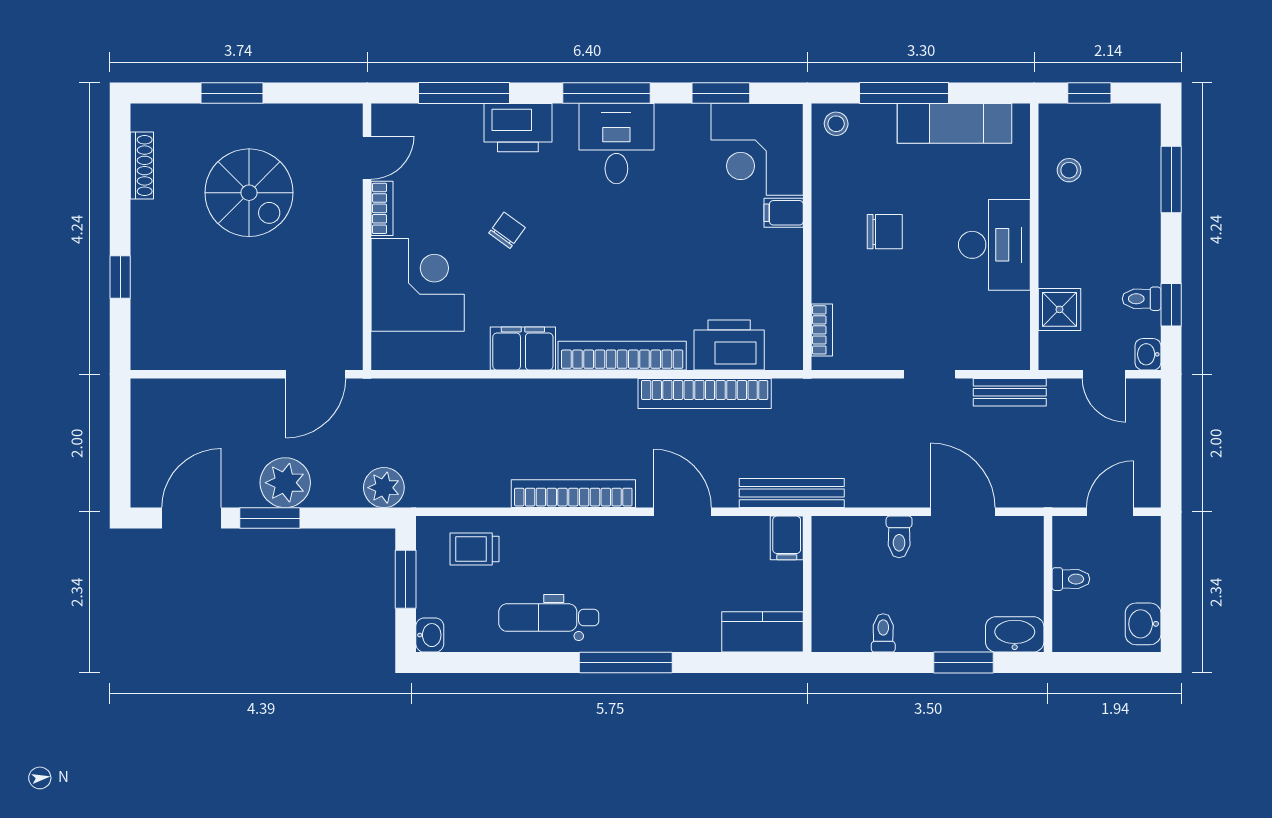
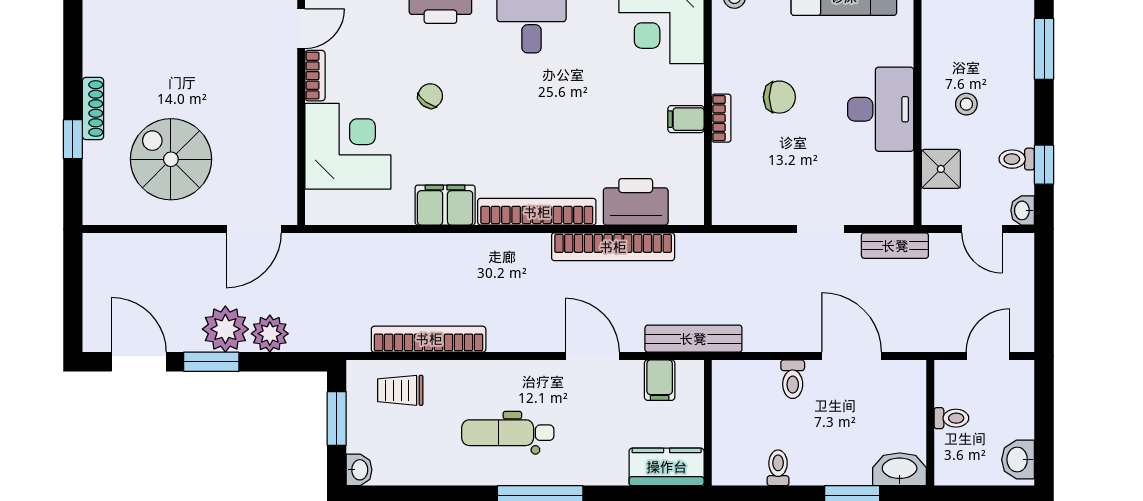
shoe rack: (142, 165) -> (93, 109), moved
stool: (1069, 170) -> (966, 104), moved
spiral stairs: (249, 193) -> (171, 159), moved, turned 180
filing cabinet: (784, 213) -> (686, 119), moved
bookcase: (822, 330) -> (721, 118), moved
plant: (384, 488) -> (270, 334), moved
bookcase: (573, 494) -> (429, 339), moved
door: (191, 518) -> (139, 362), hinge flipped
filing cabinet: (787, 538) -> (660, 380), moved
dental chair: (549, 618) -> (508, 433), moved

